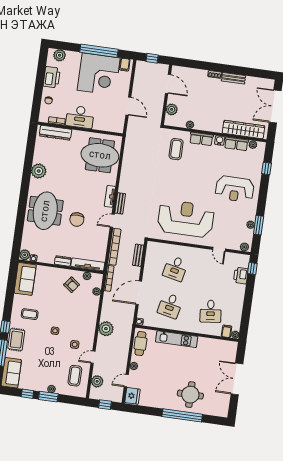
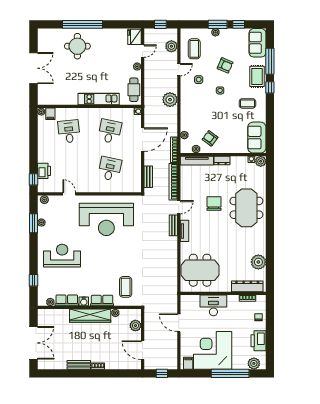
window: (99, 51) -> (230, 373), moved
desk: (80, 117) -> (213, 305), moved
wardrobe: (244, 129) -> (90, 316), moved
plant: (39, 171) -> (258, 262), moved
armchair: (47, 355) -> (225, 65), added

